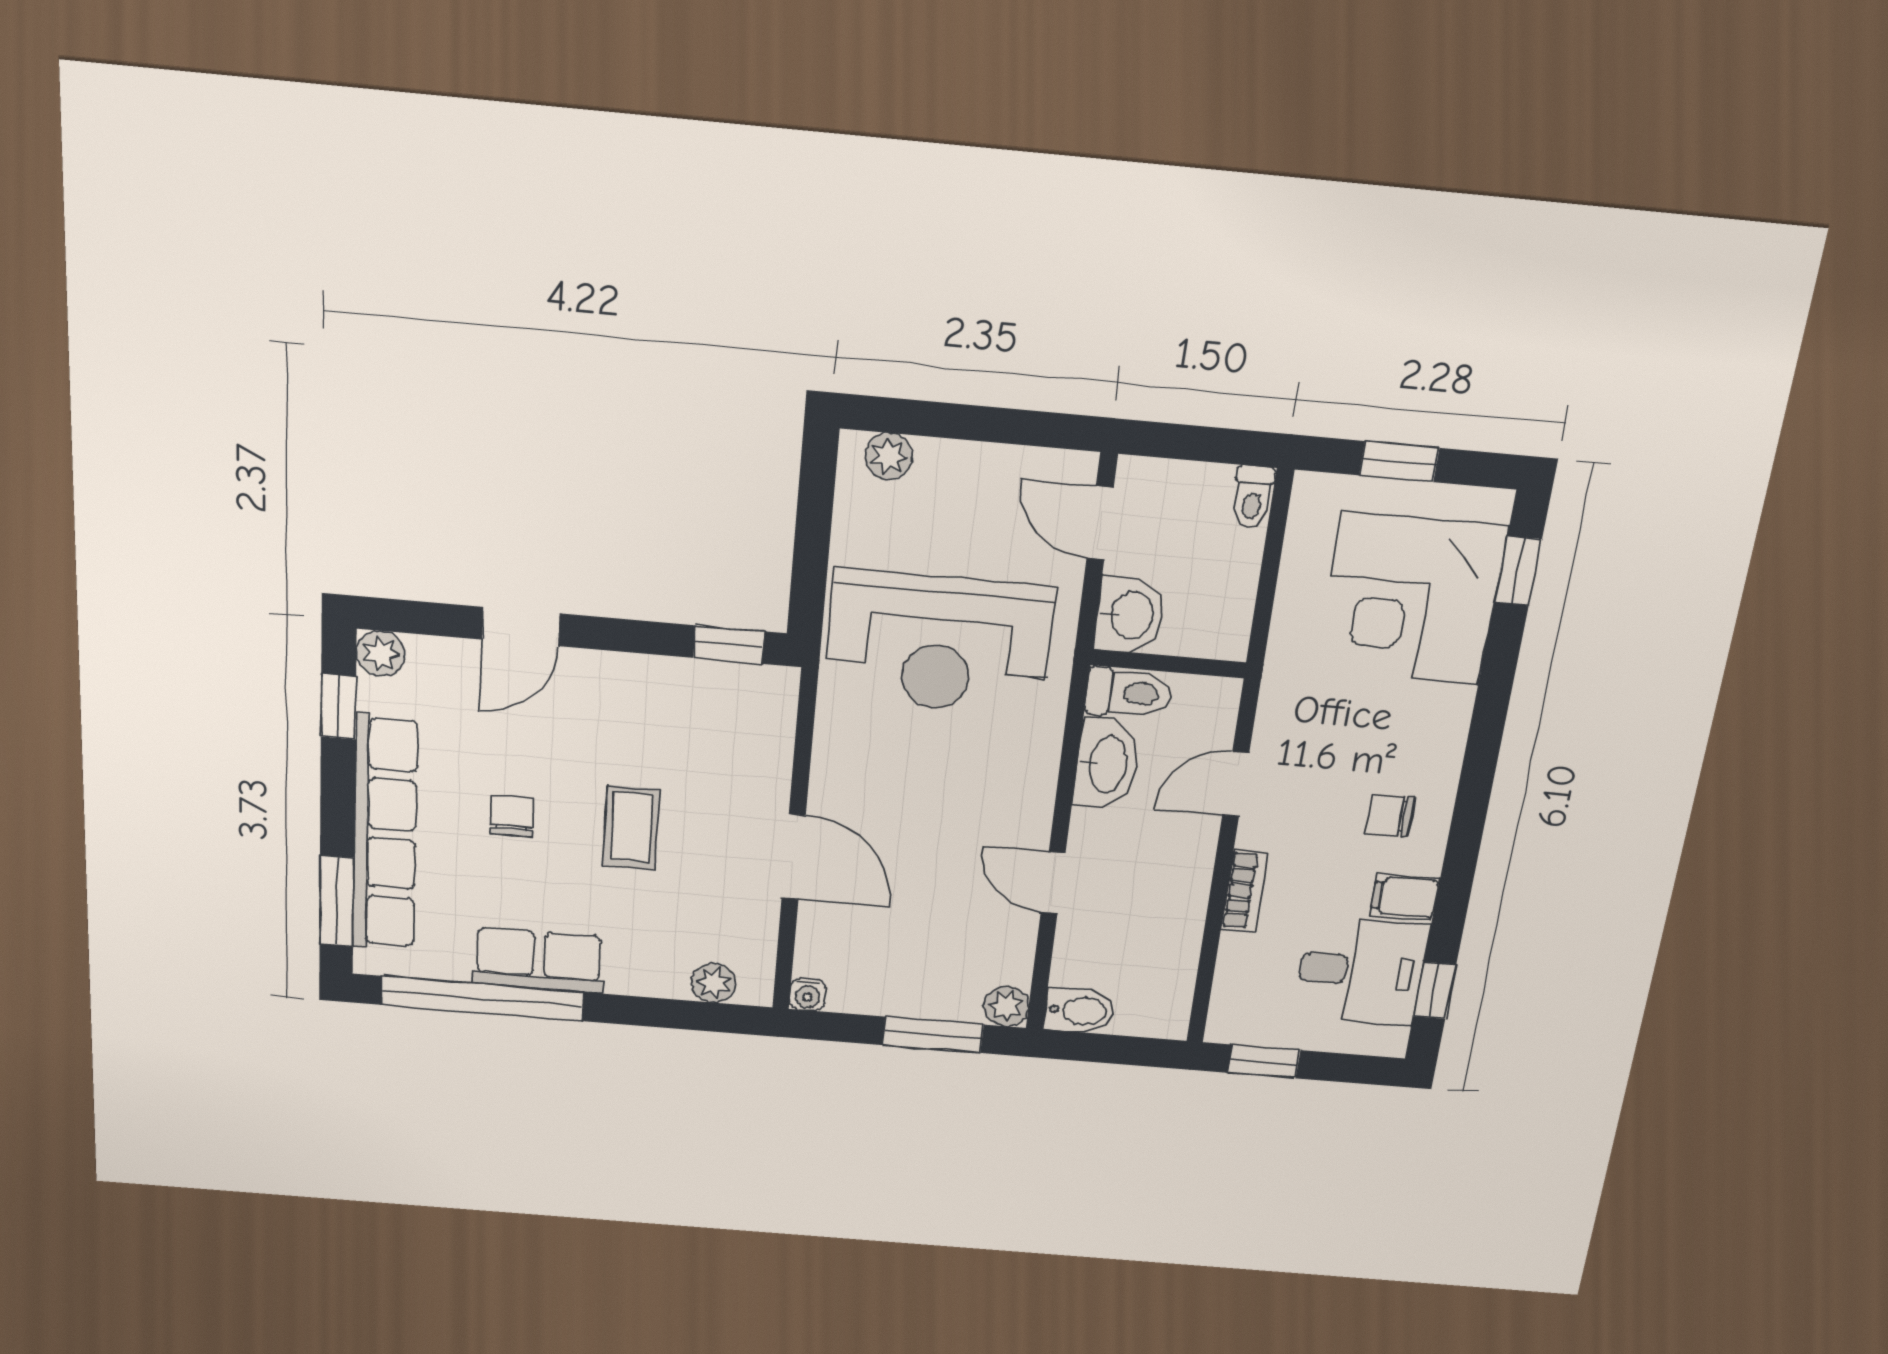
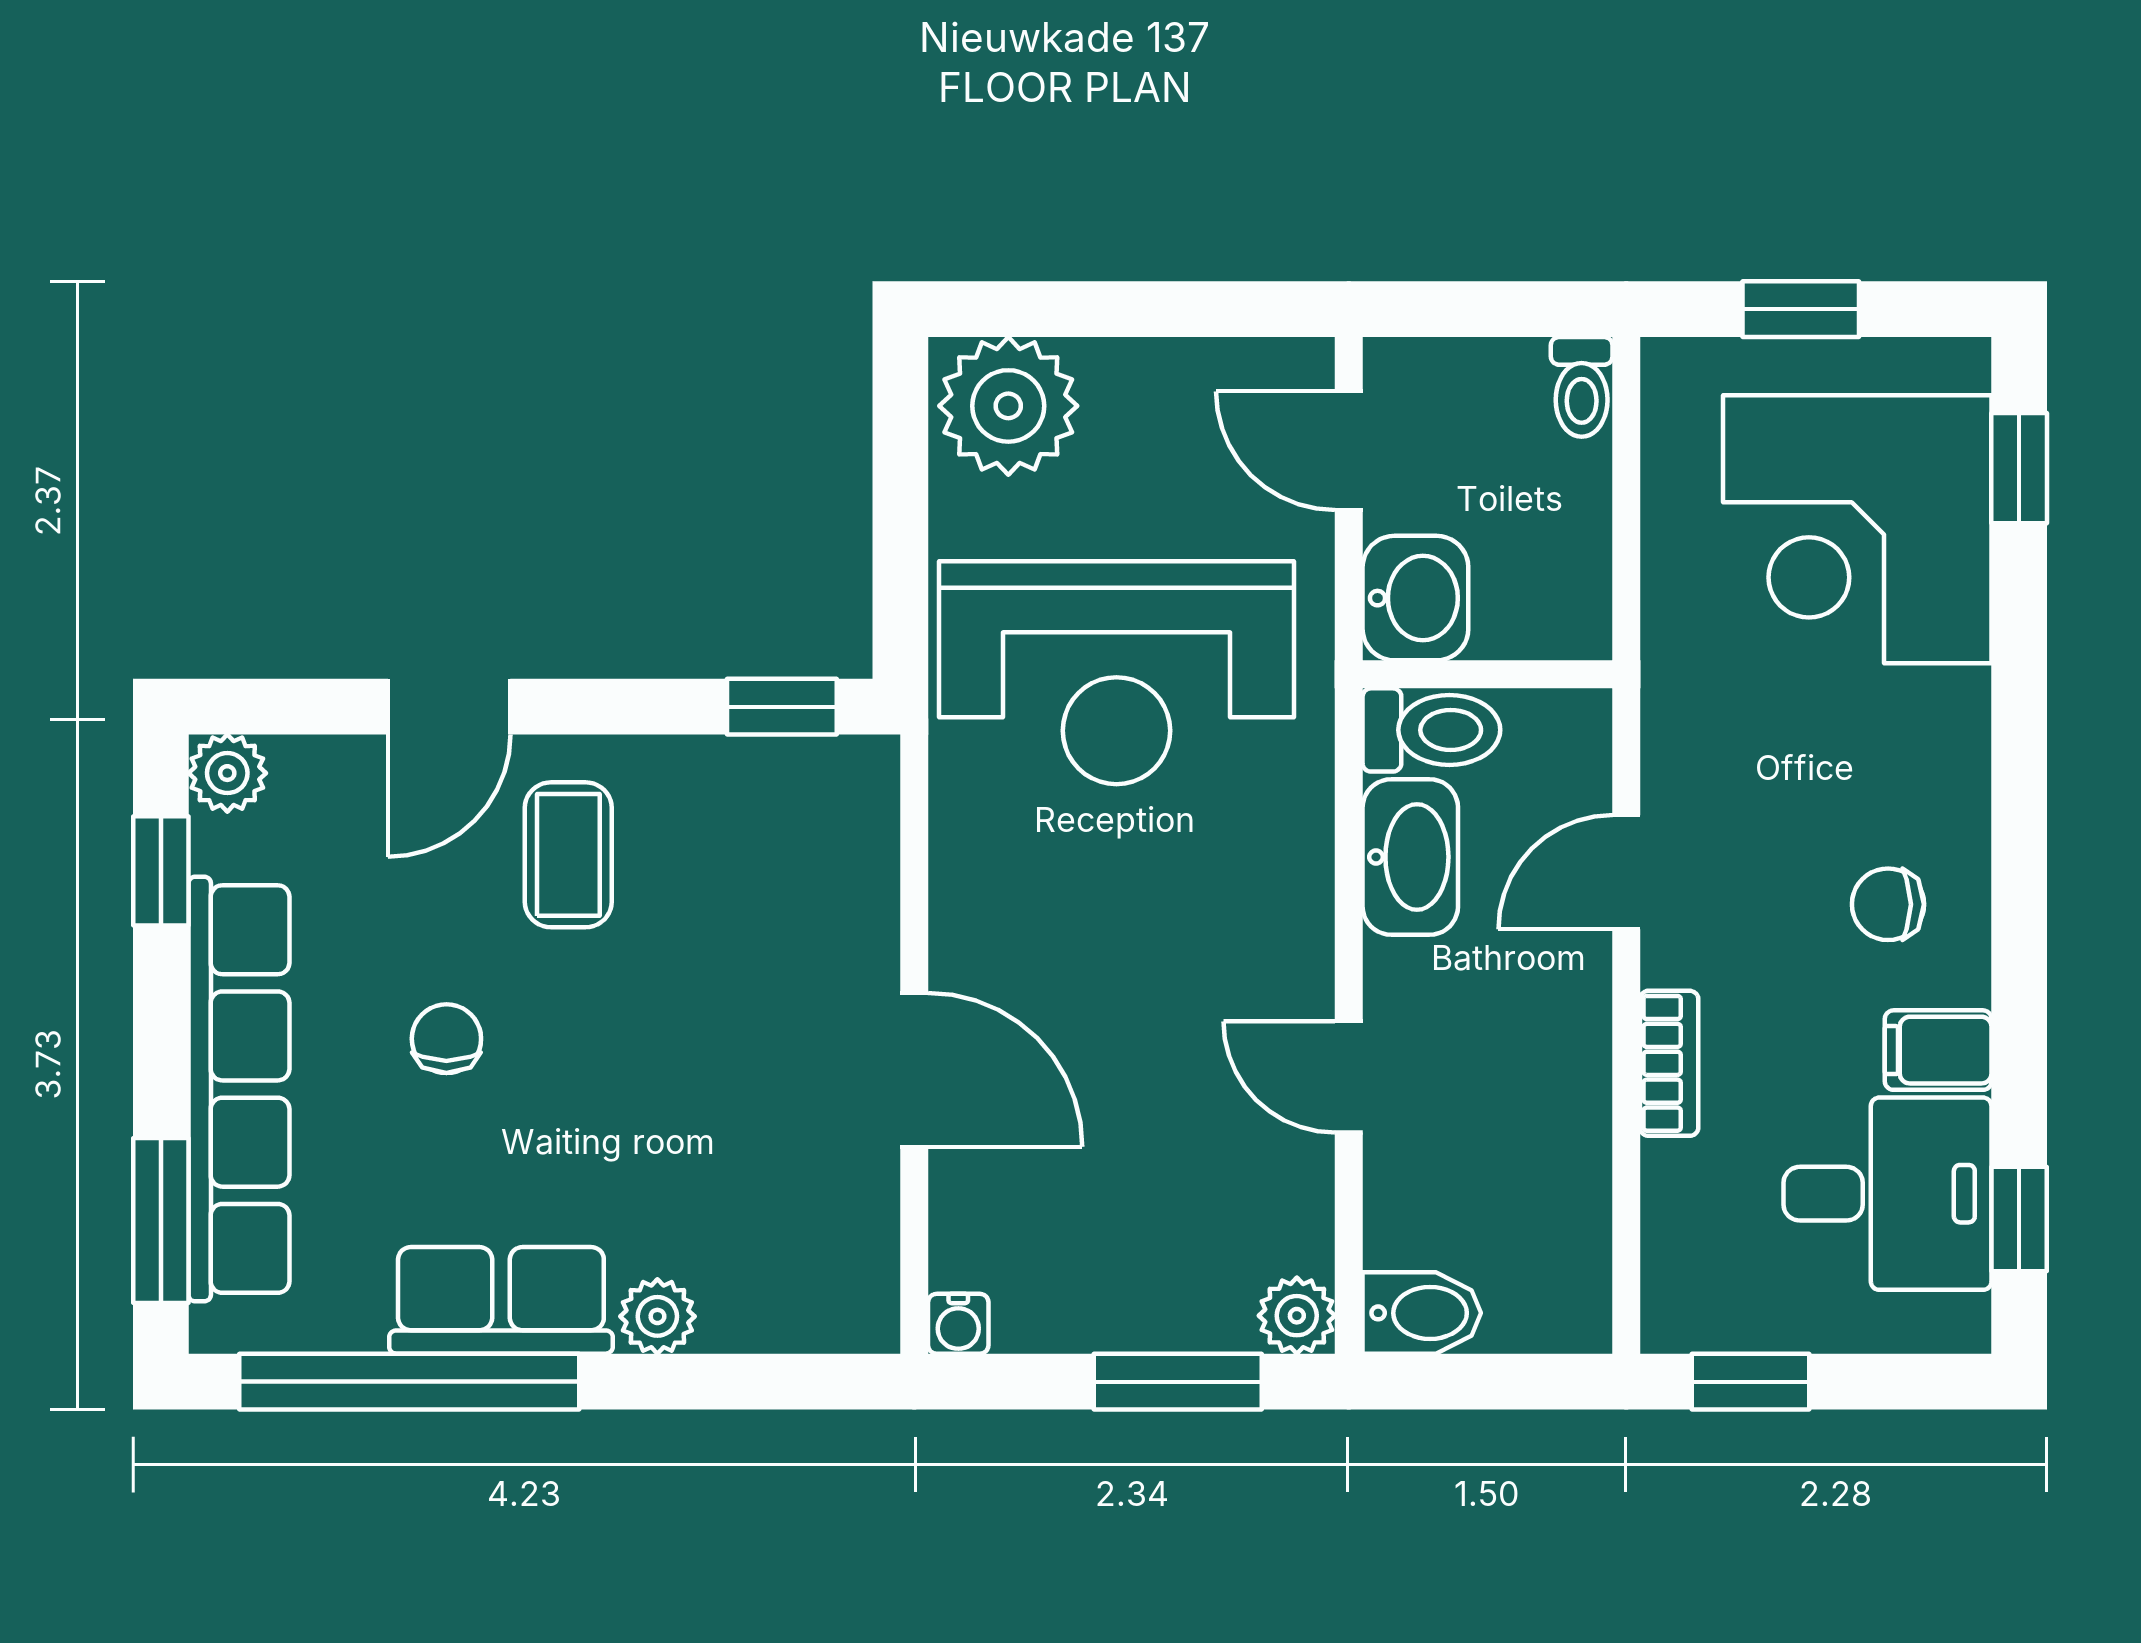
plant: (889, 456) -> (1008, 406), width x1.88, depth x1.88
coffee table: (631, 827) -> (568, 855), moved
plant: (714, 983) -> (657, 1316), moved

